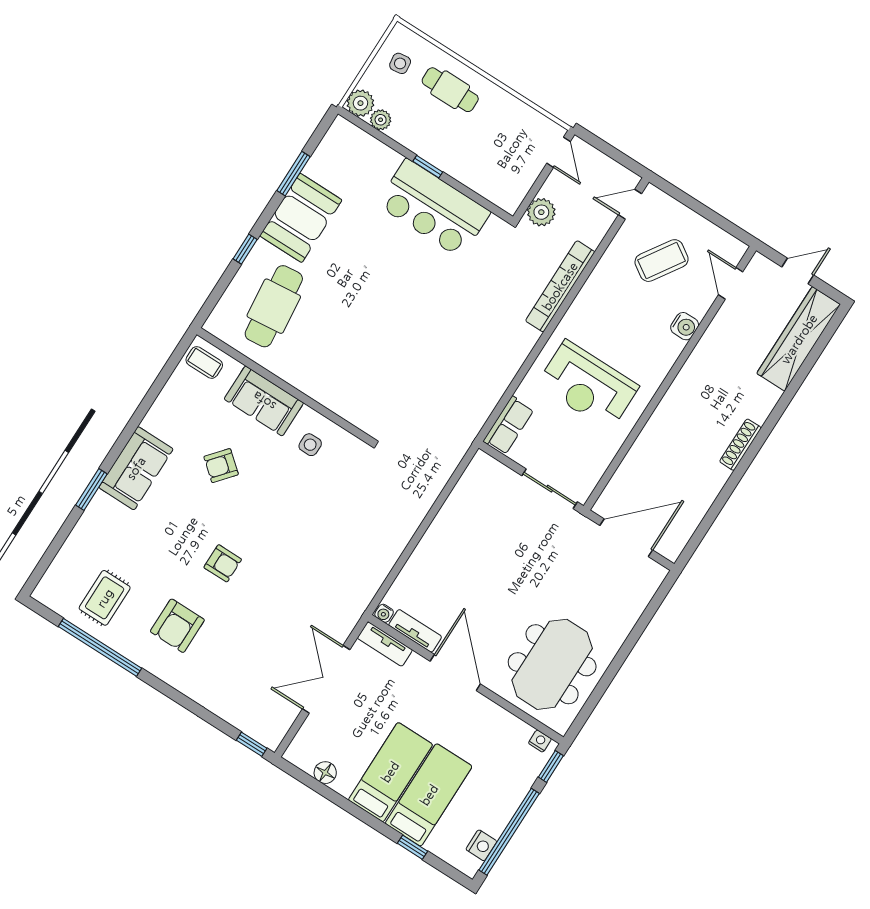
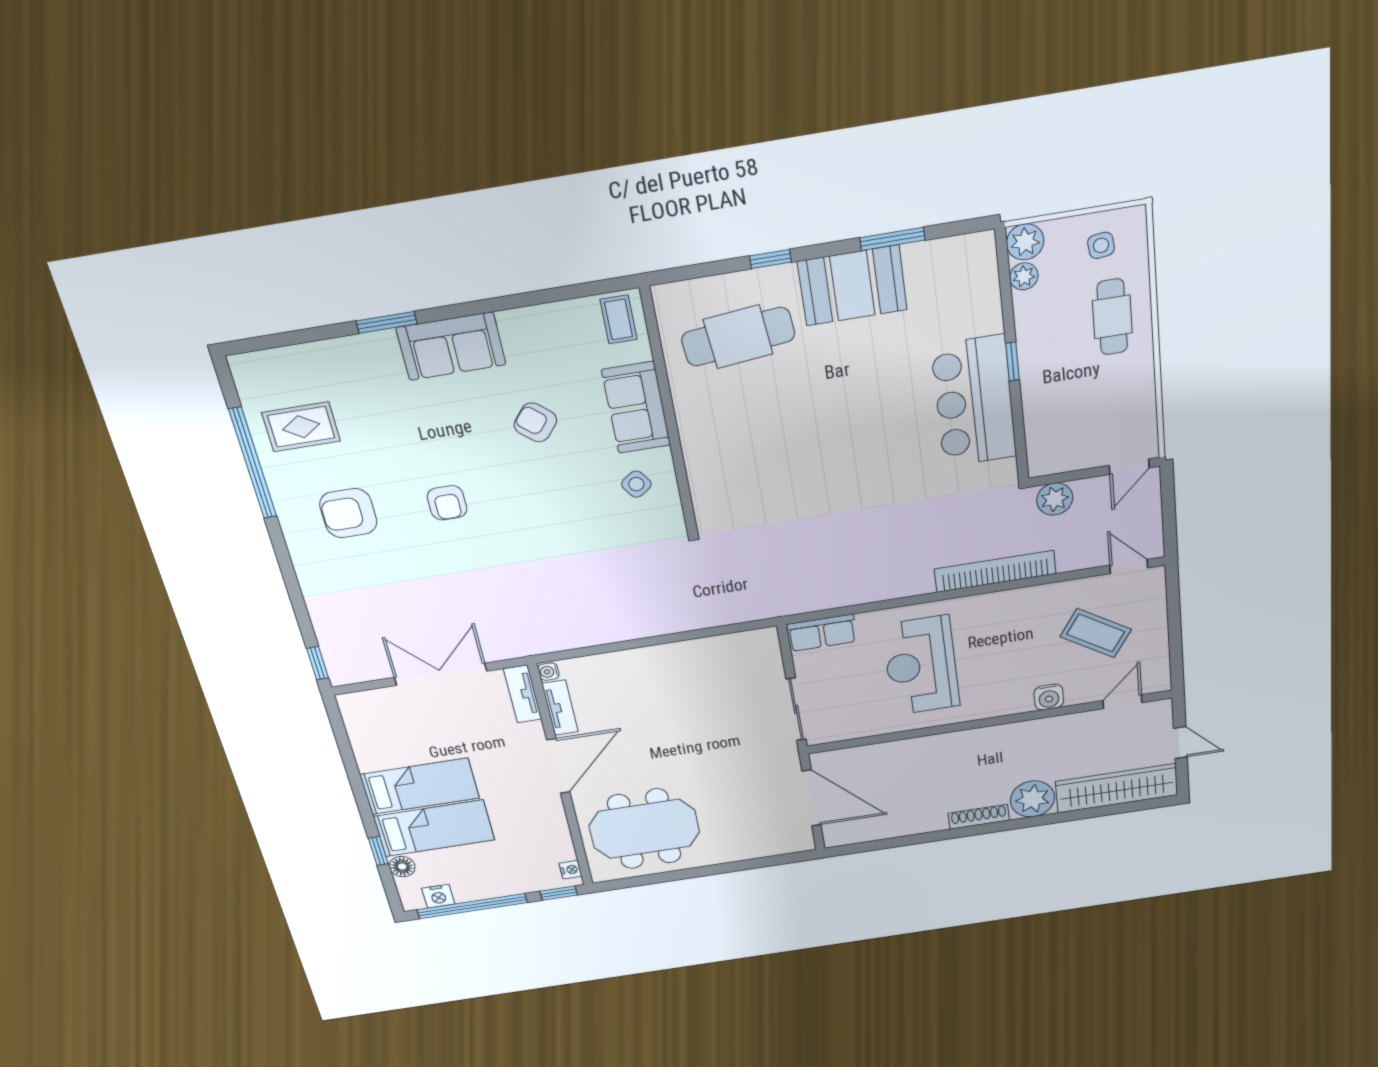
plant: (758, 399) -> (1032, 799), added
side table: (310, 445) -> (636, 484), turned -35
floor lamp: (325, 773) -> (402, 867), moved

